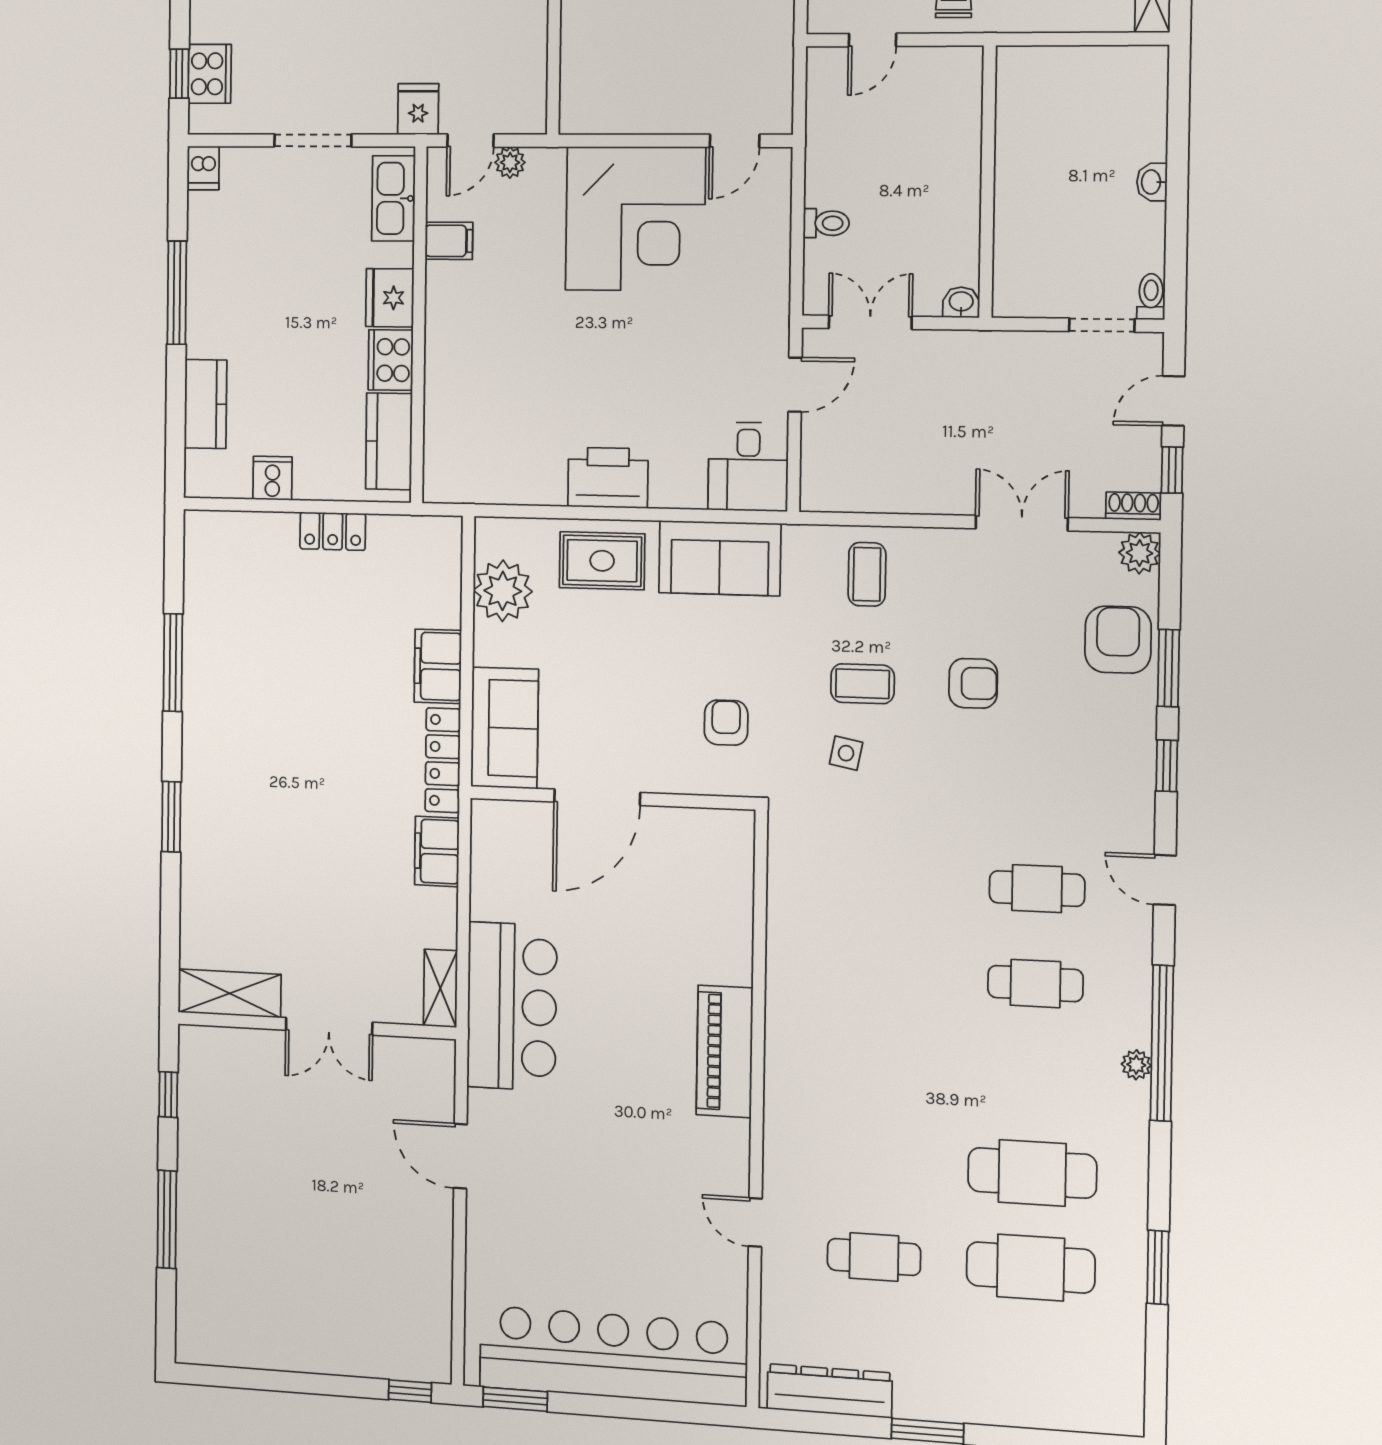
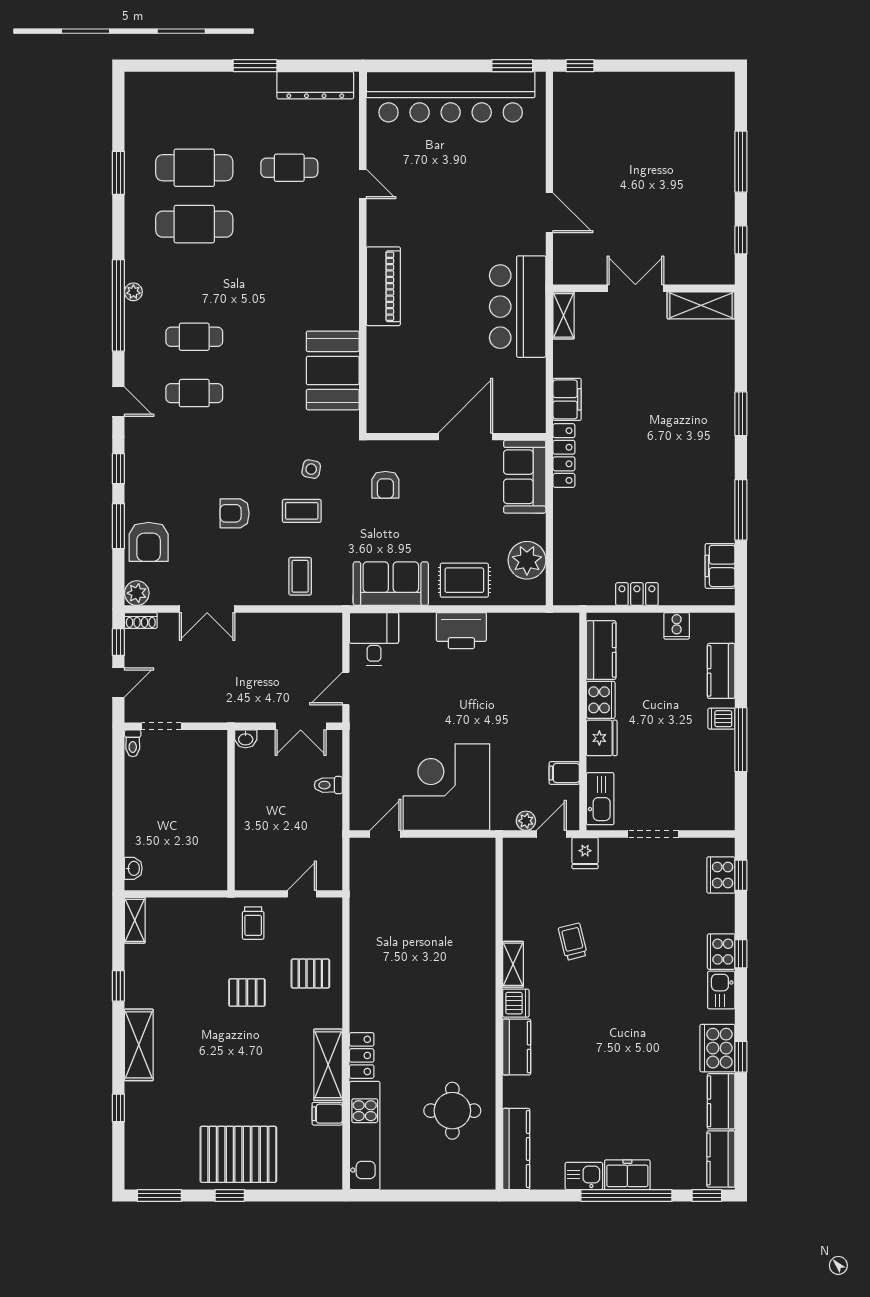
dishwasher: (203, 168) -> (721, 719), moved, turned -90
washbasin: (1152, 182) -> (133, 868), moved
filing cabinet: (438, 666) -> (720, 566), moved, turned 180
booth: (808, 916) -> (333, 370), added

